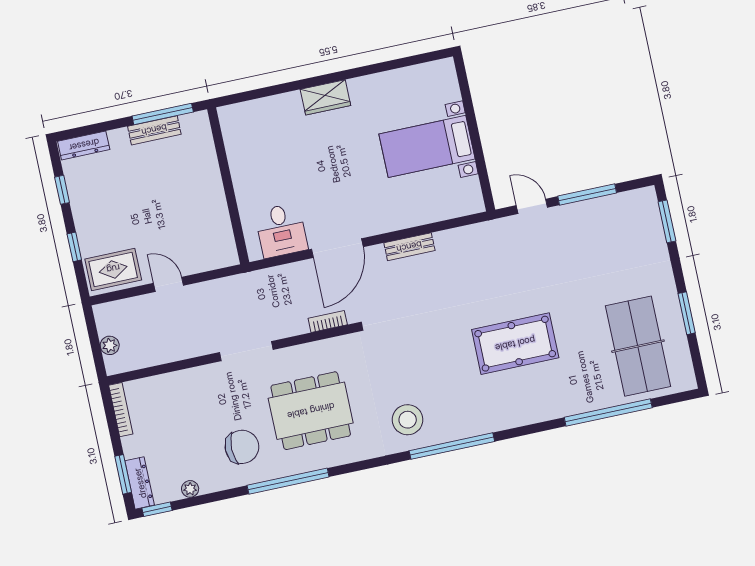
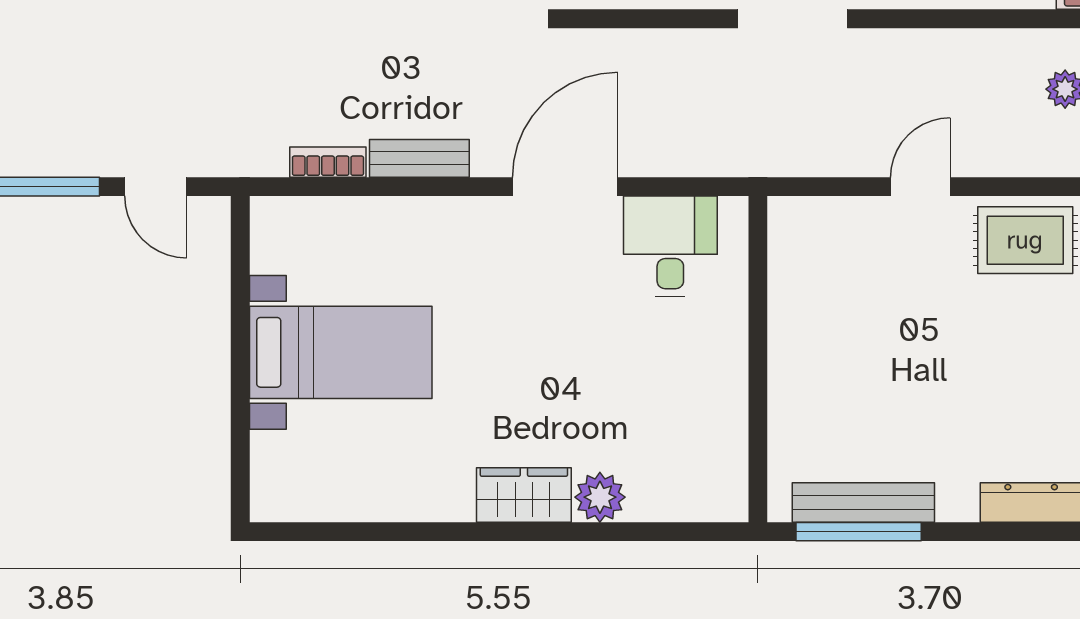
plant: (289, 104) -> (600, 497), added
bench: (154, 130) -> (863, 502), width x1.36
door: (168, 284) -> (920, 187), swing flipped
bookcase: (328, 321) -> (328, 162), moved, turned 180

